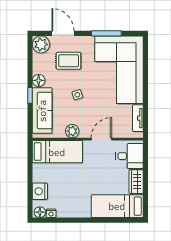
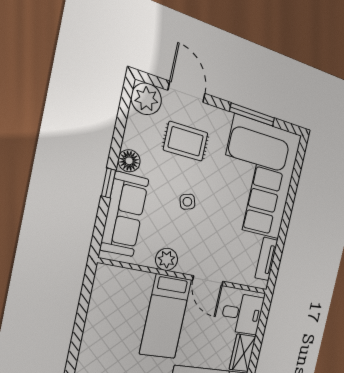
door: (101, 139) -> (208, 281), swing flipped
bed: (57, 152) -> (166, 316), moved, turned 90
nightstand: (40, 191) -> (92, 350), removed

